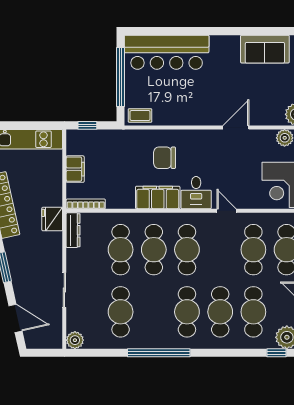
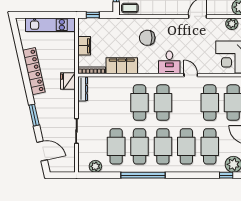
filing cabinet: (158, 197) -> (122, 66), moved
cafe table: (121, 250) -> (140, 146), moved
plant: (75, 340) -> (95, 166), moved

